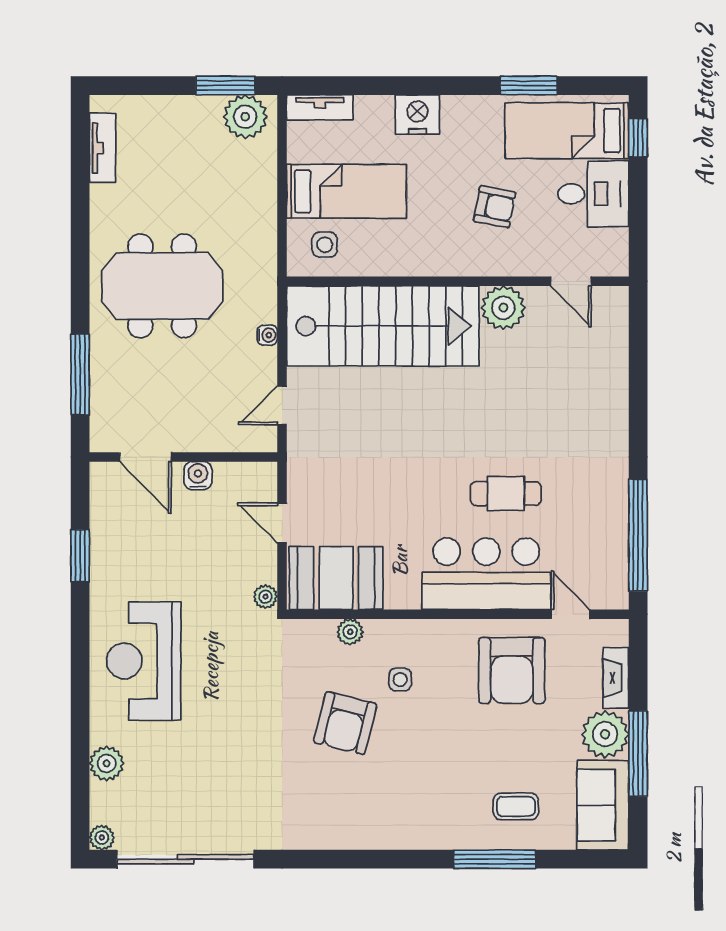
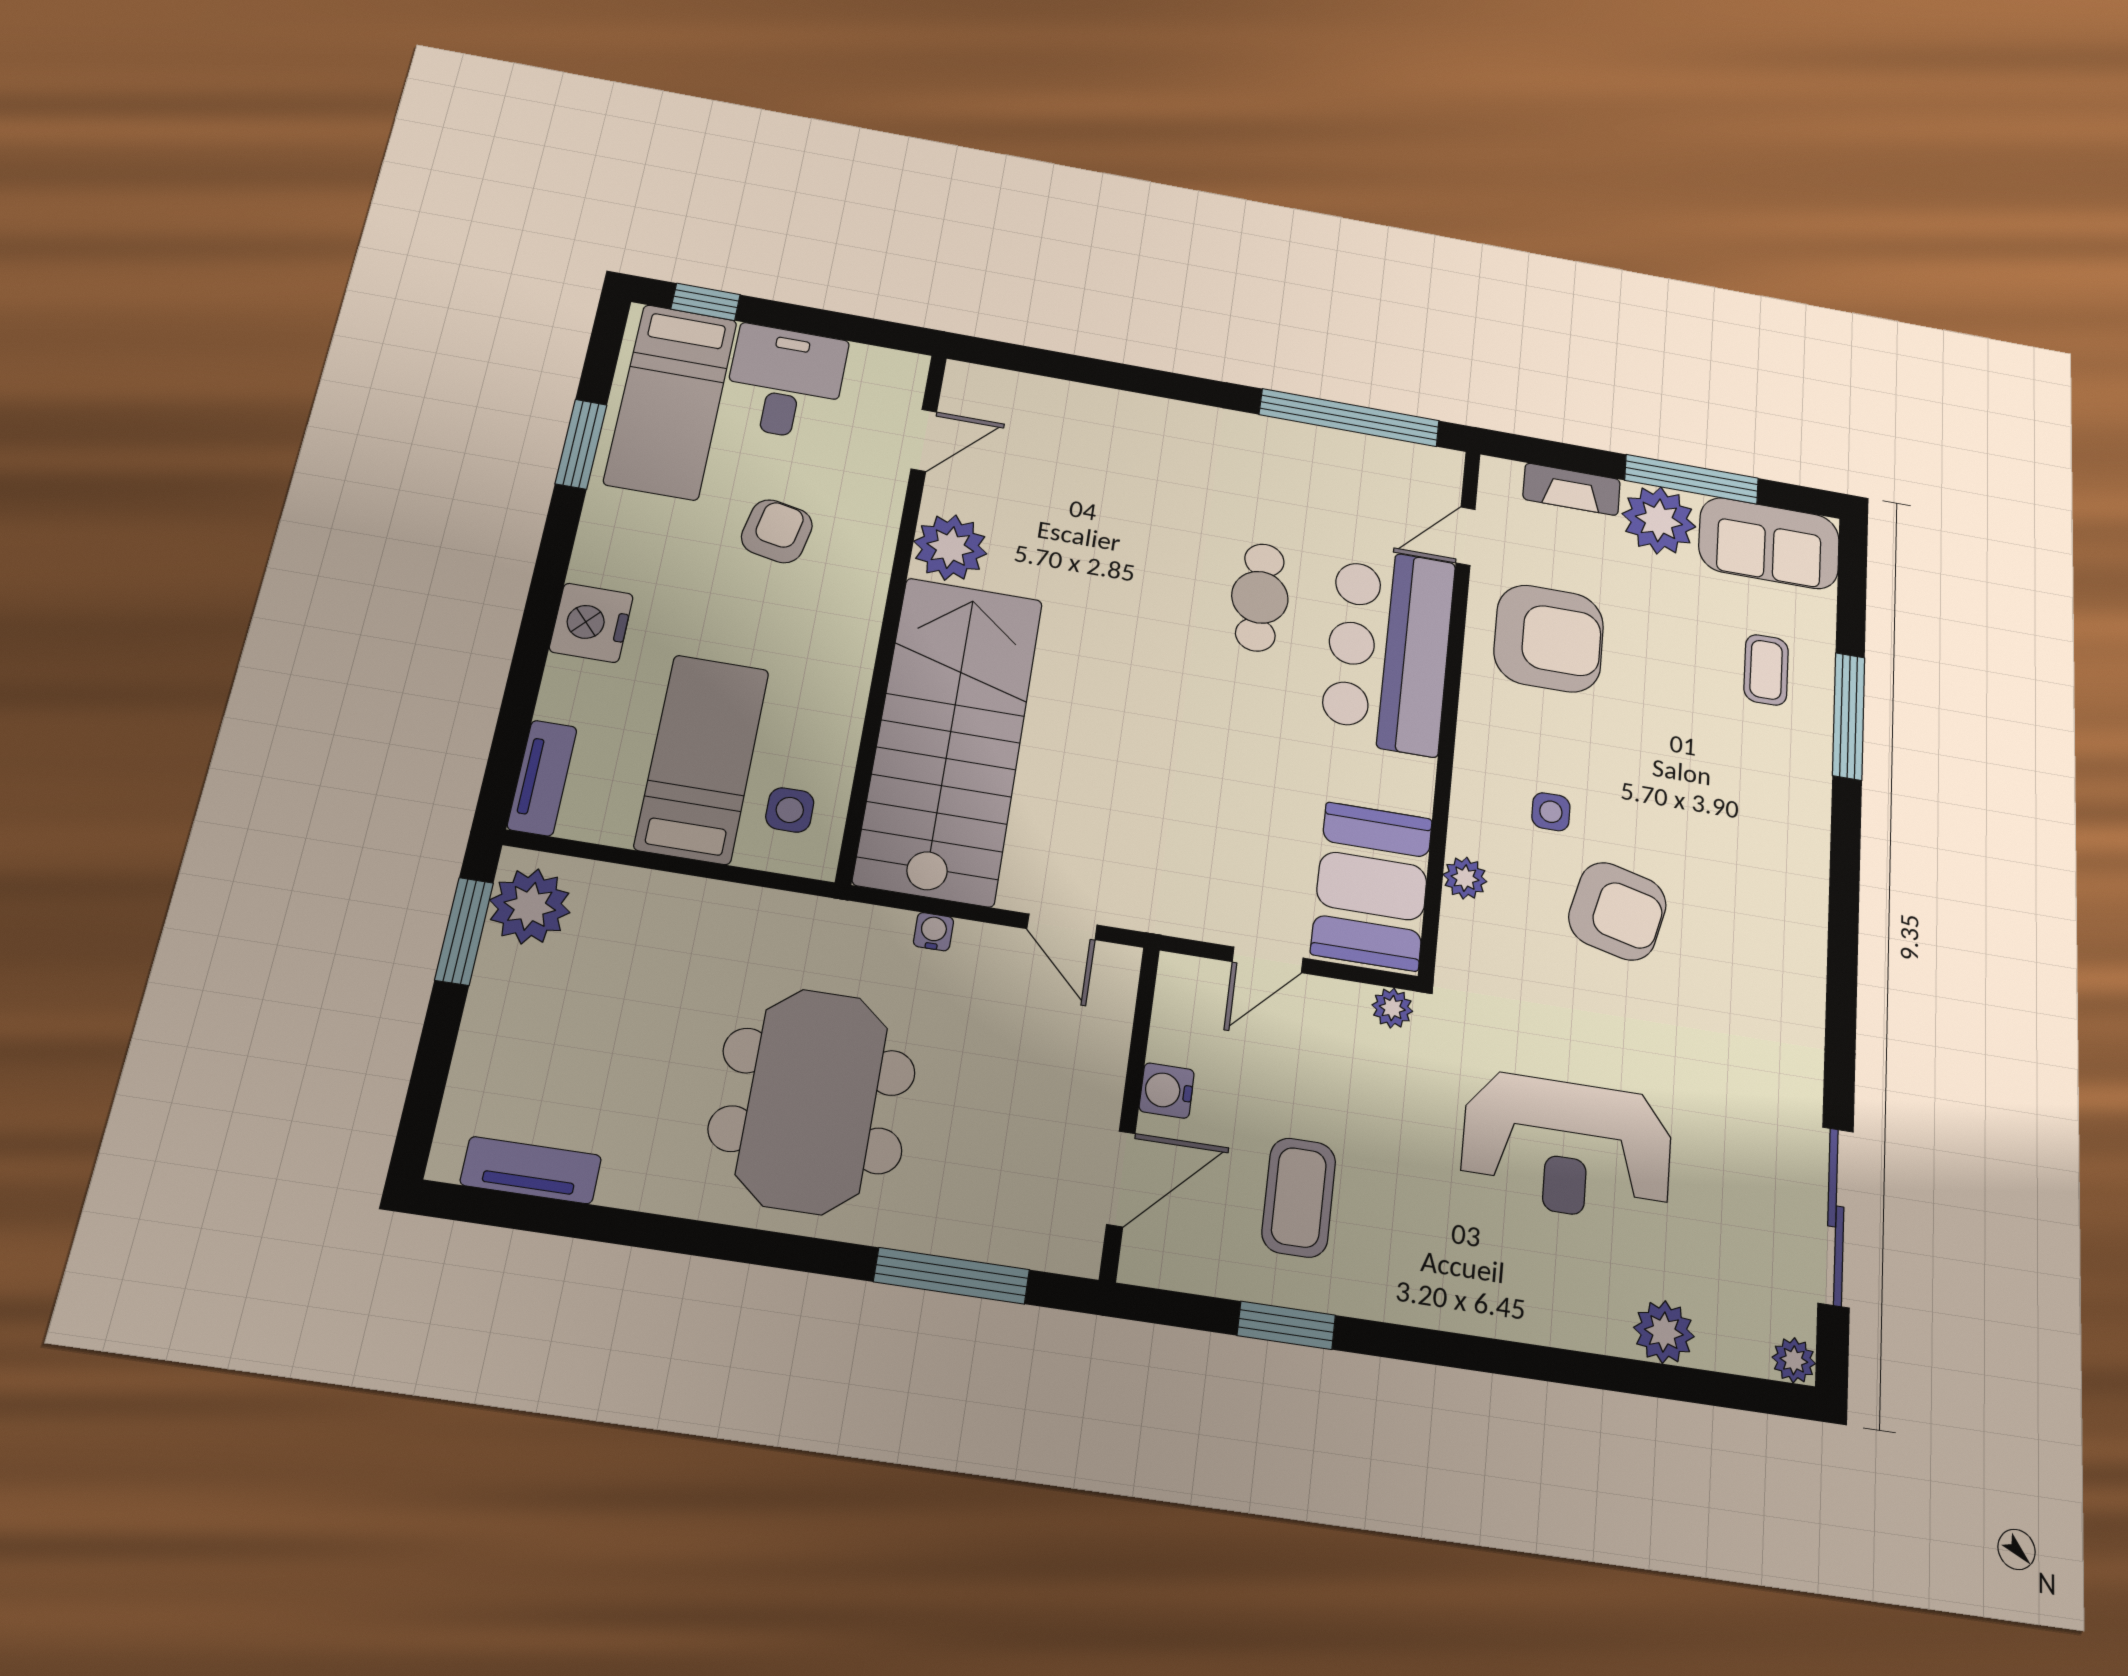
coffee table: (150, 555) -> (1299, 1197), added
reception desk: (144, 661) -> (1567, 1147), moved
sliding door: (185, 859) -> (1836, 1217), width x0.73

